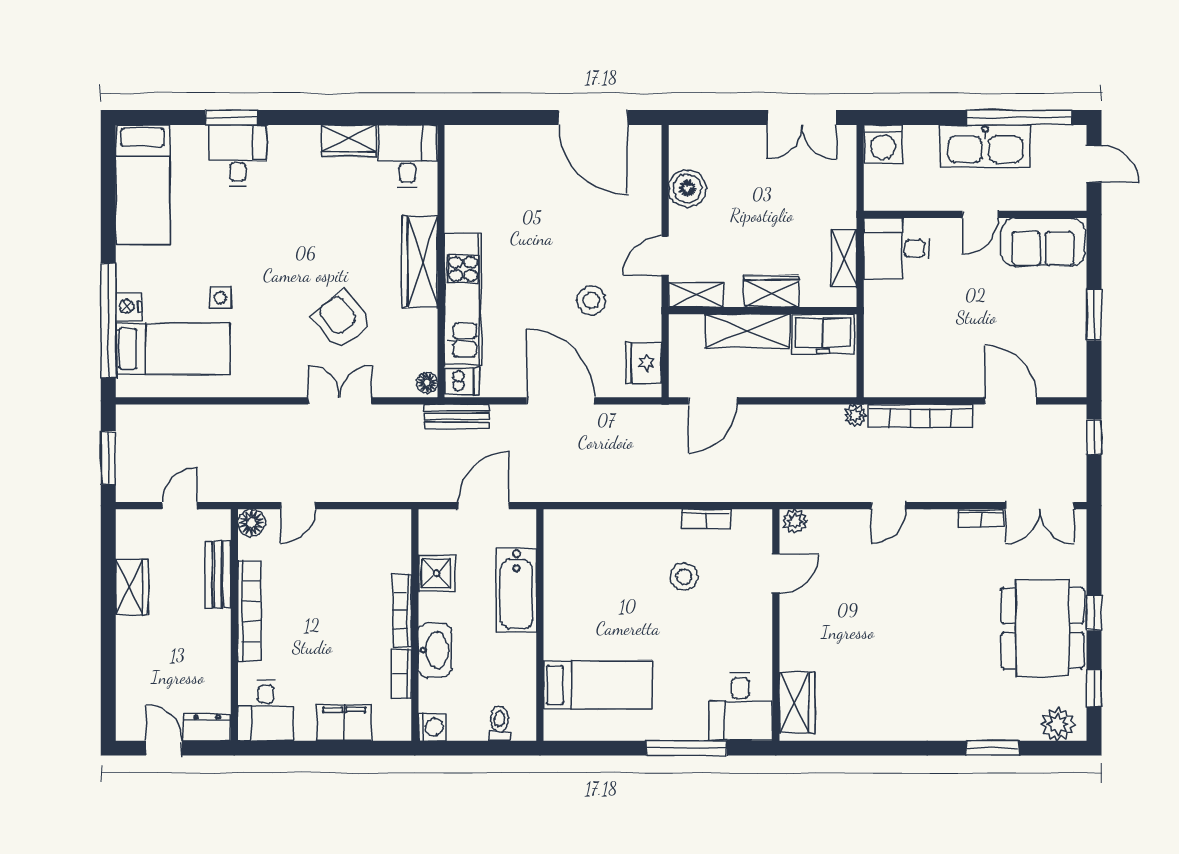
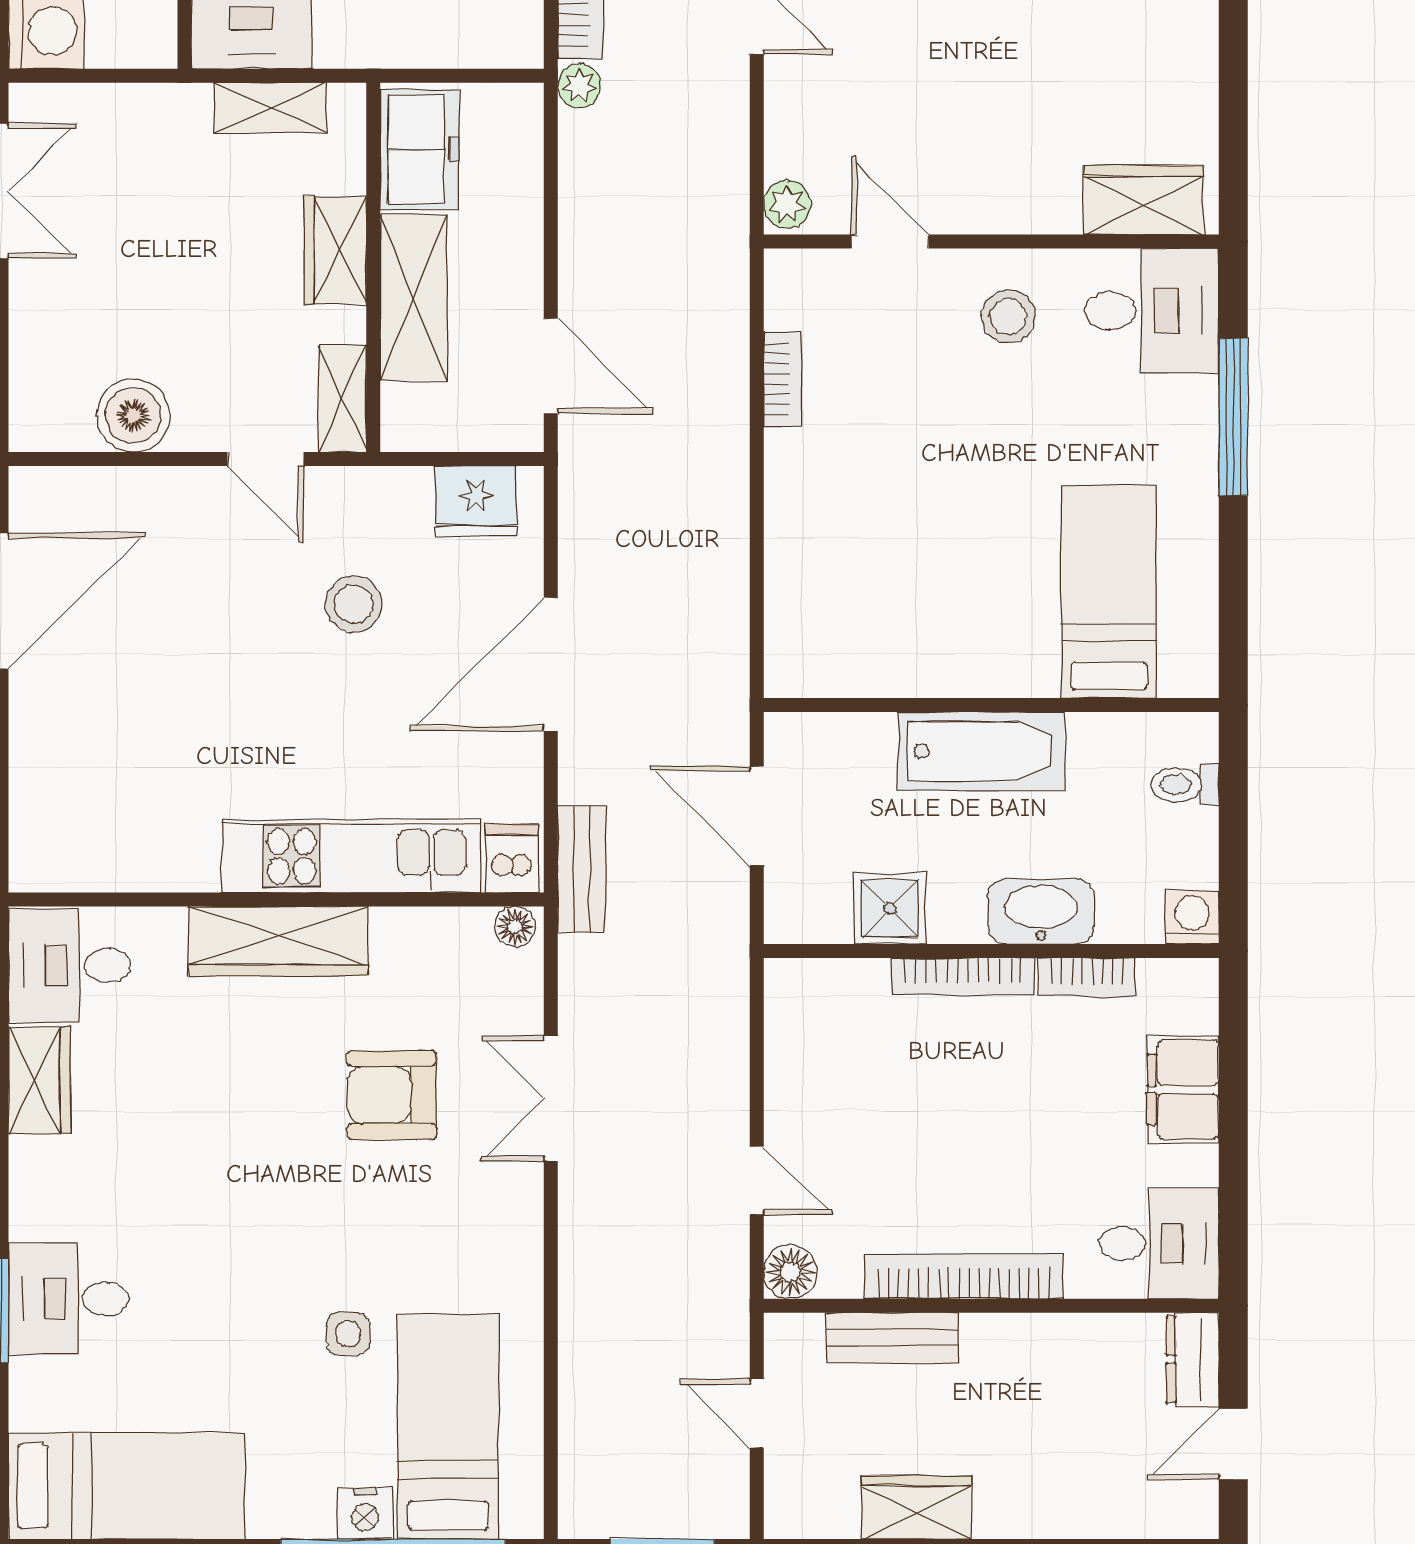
armchair: (342, 320) -> (392, 1095), turned 39
stool: (684, 577) -> (1008, 316), moved
bathtub: (517, 590) -> (981, 751), moved

